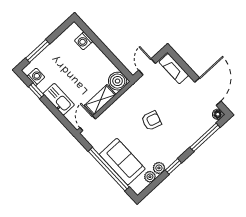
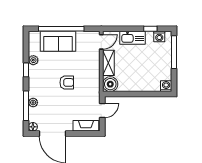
washing machine: (84, 41) -> (166, 86), moved
window: (38, 51) -> (174, 52), width x1.44
door: (147, 67) -> (102, 110), hinge flipped
armchair: (151, 121) -> (67, 82), turned -107
door: (88, 123) -> (101, 42), hinge flipped
plant: (150, 177) -> (33, 103), moved

